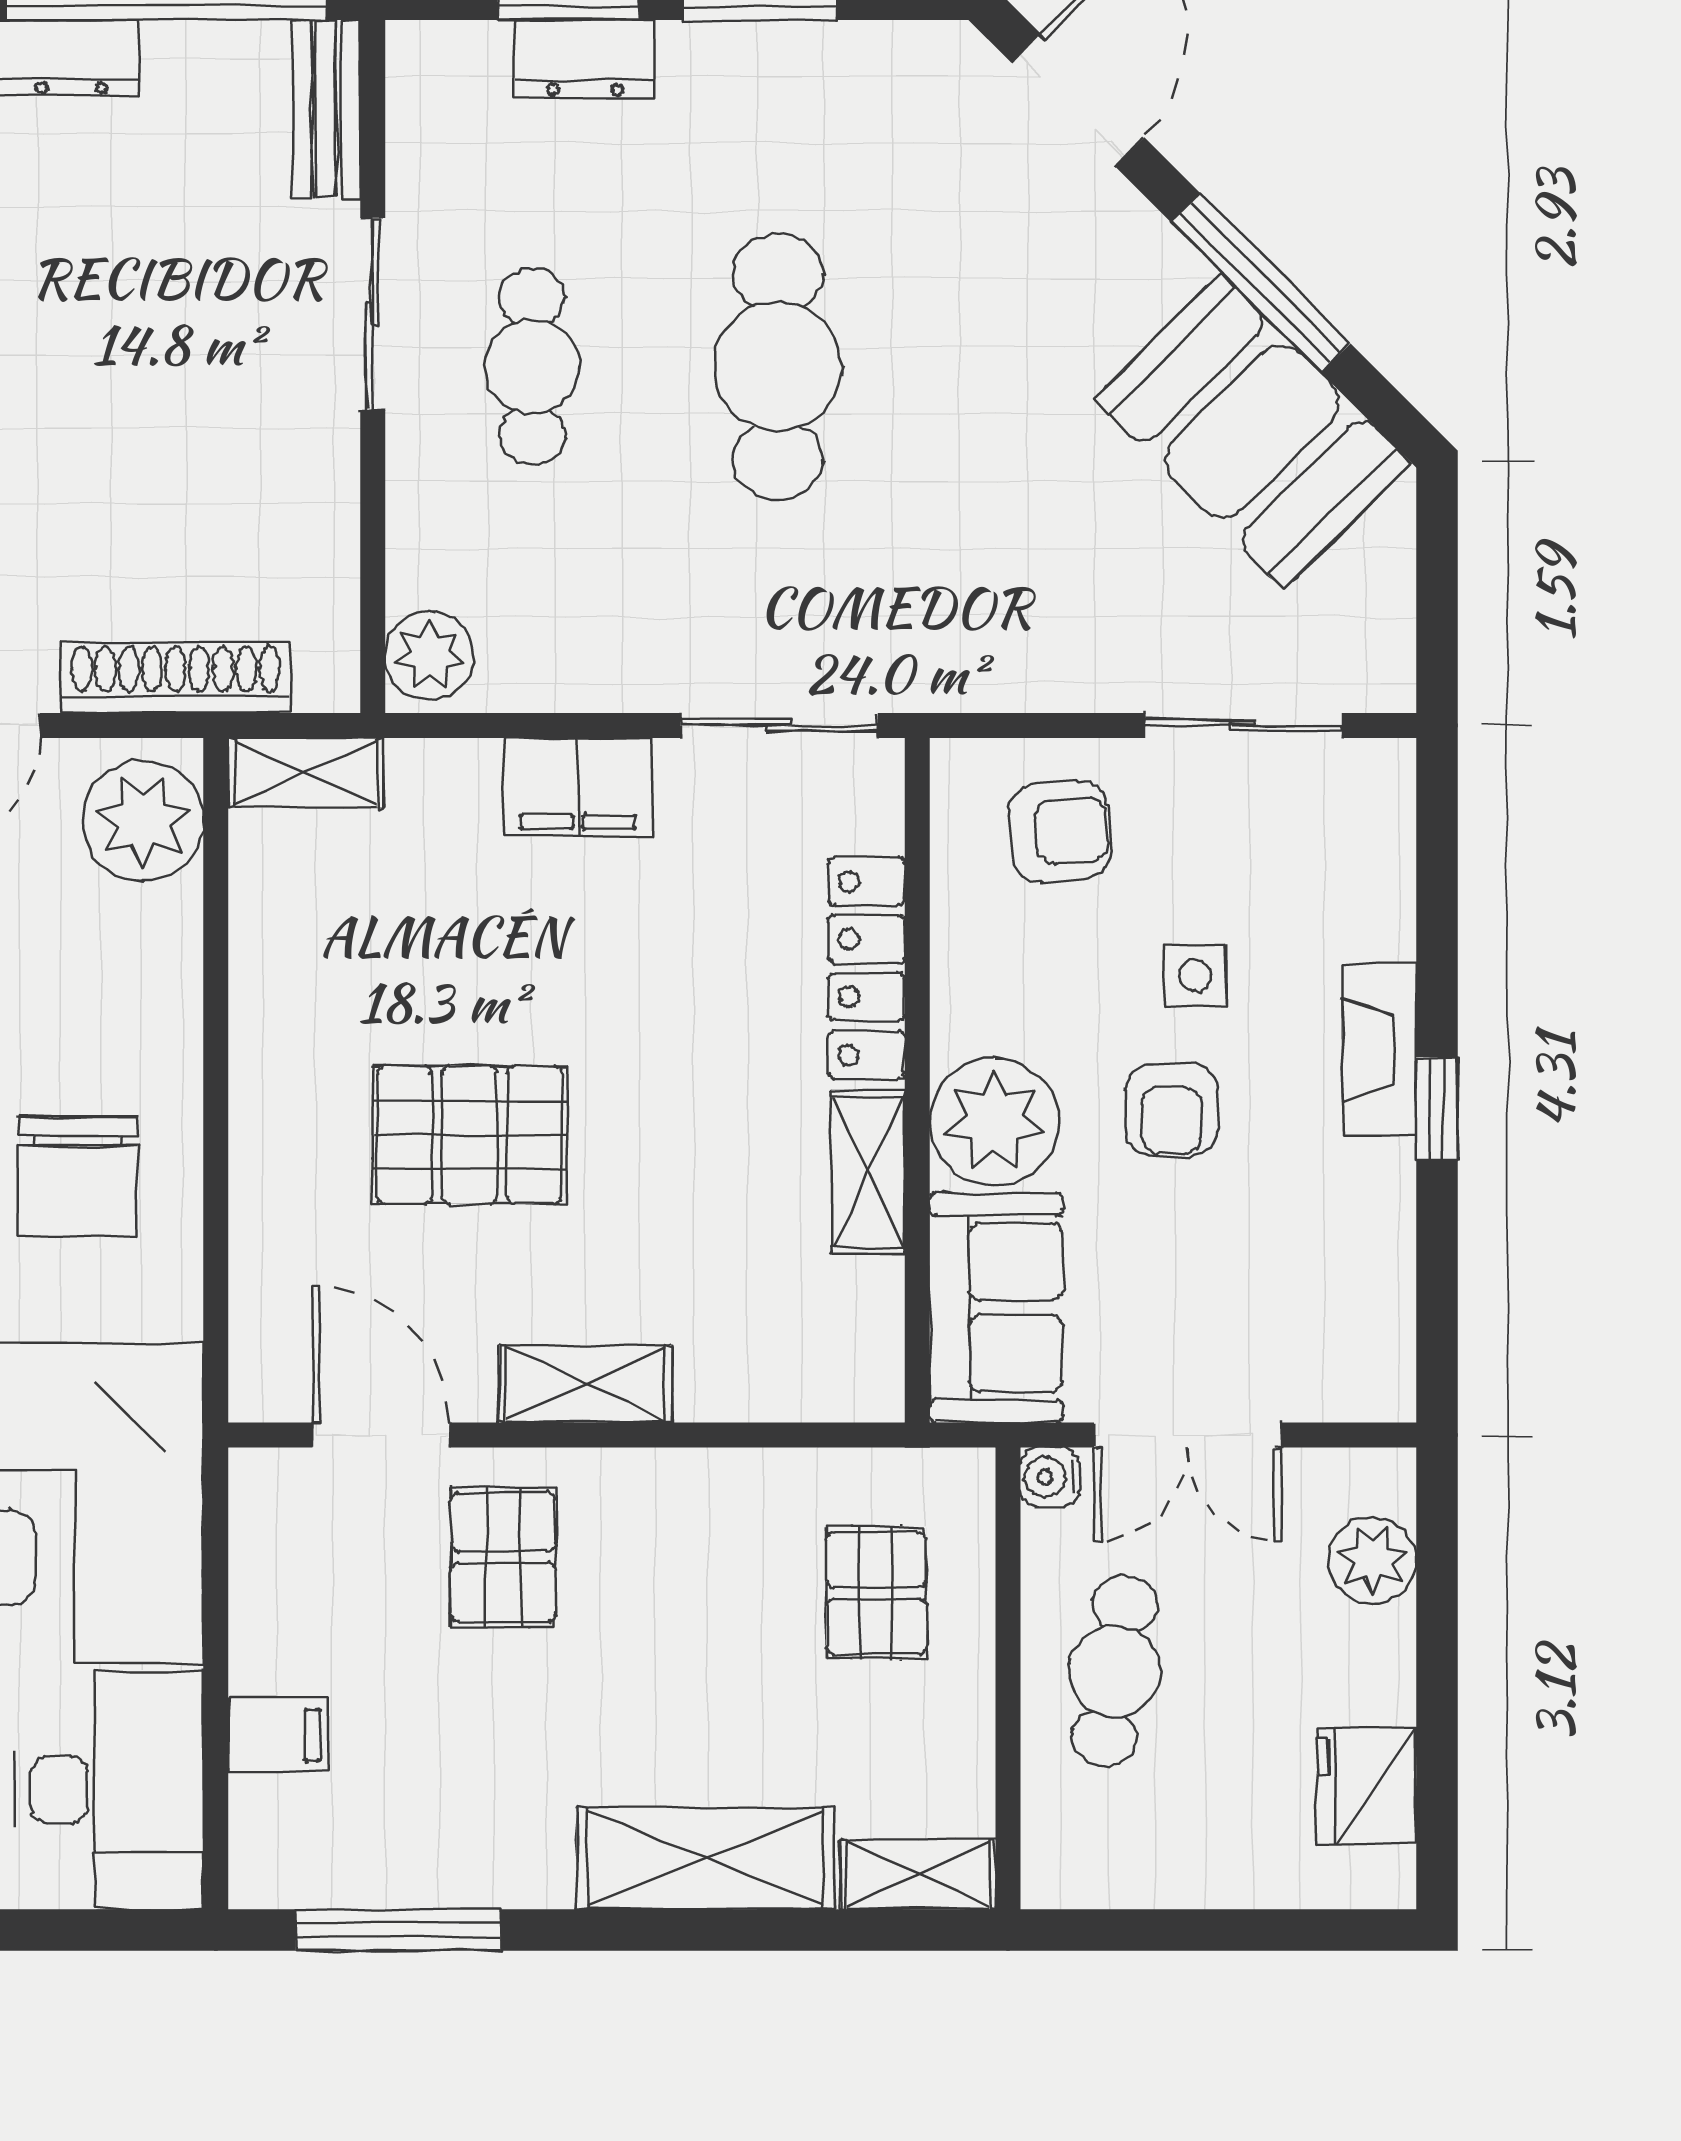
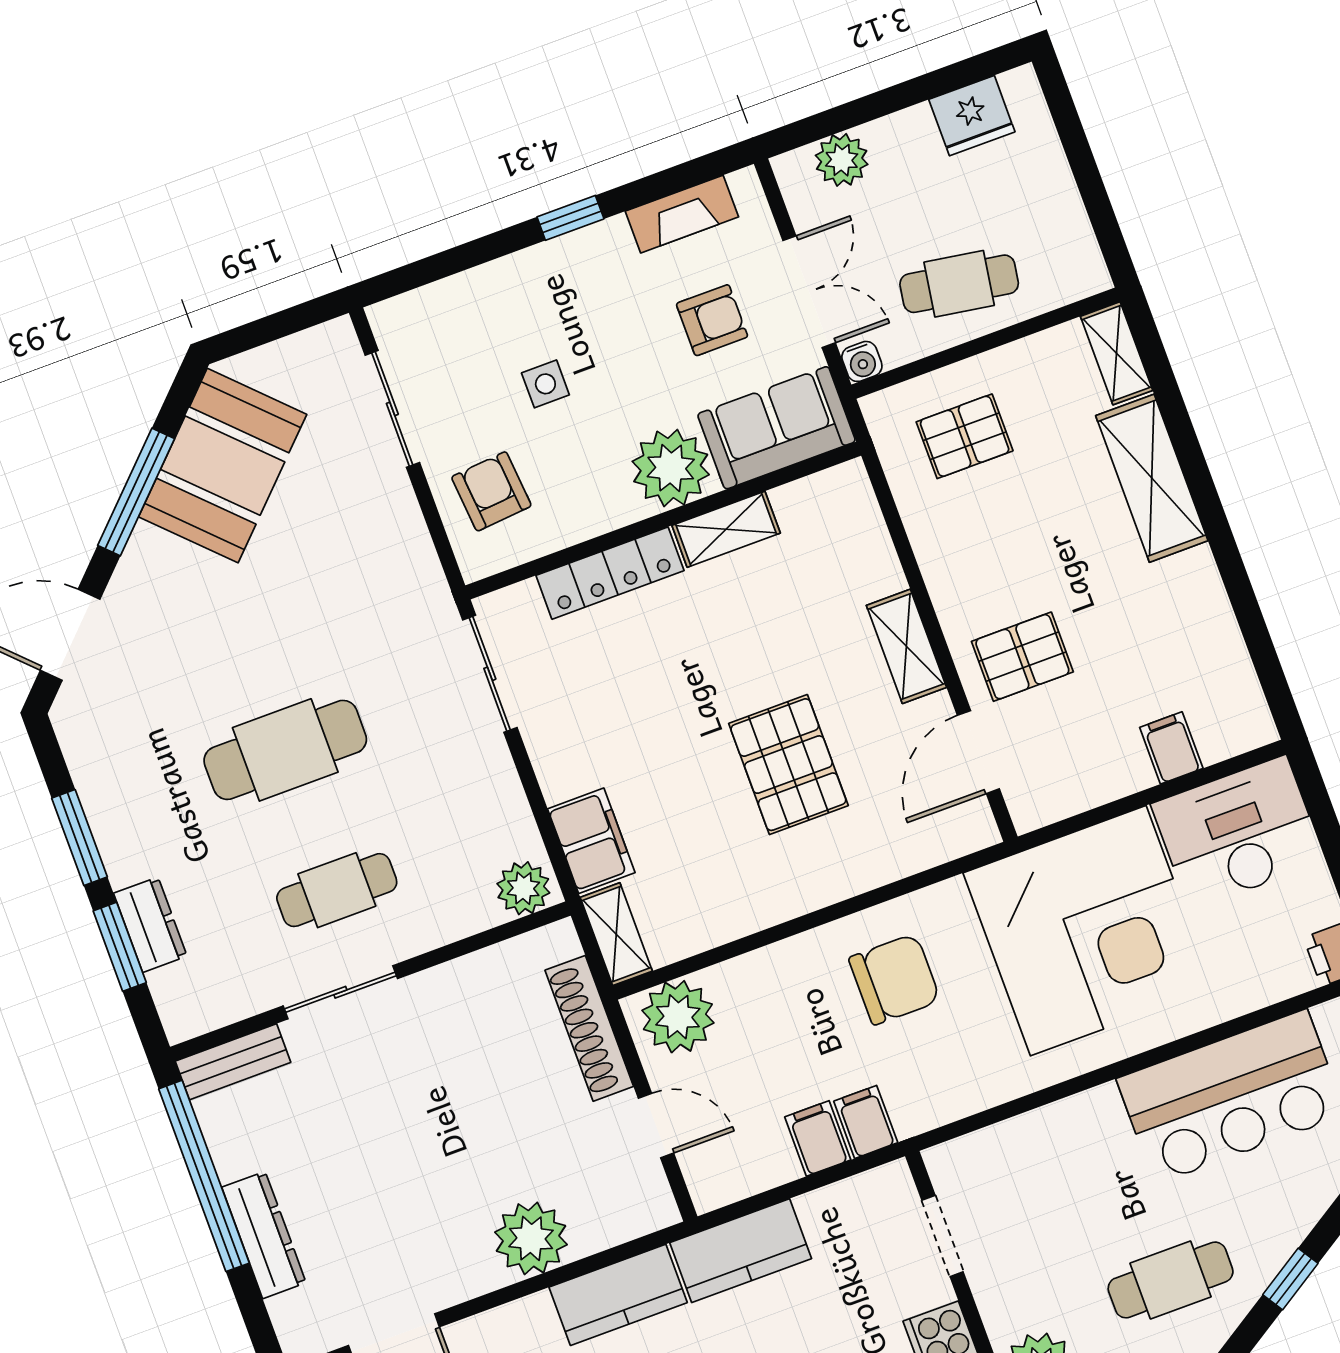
filing cabinet: (578, 787) -> (591, 841), moved
fireplace: (1380, 1050) -> (682, 214), moved
armchair: (1172, 1110) -> (712, 320), moved
window: (398, 1930) -> (1257, 638), removed

